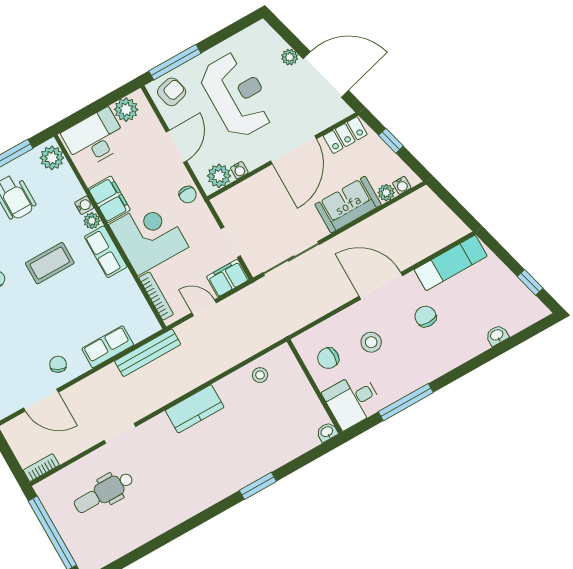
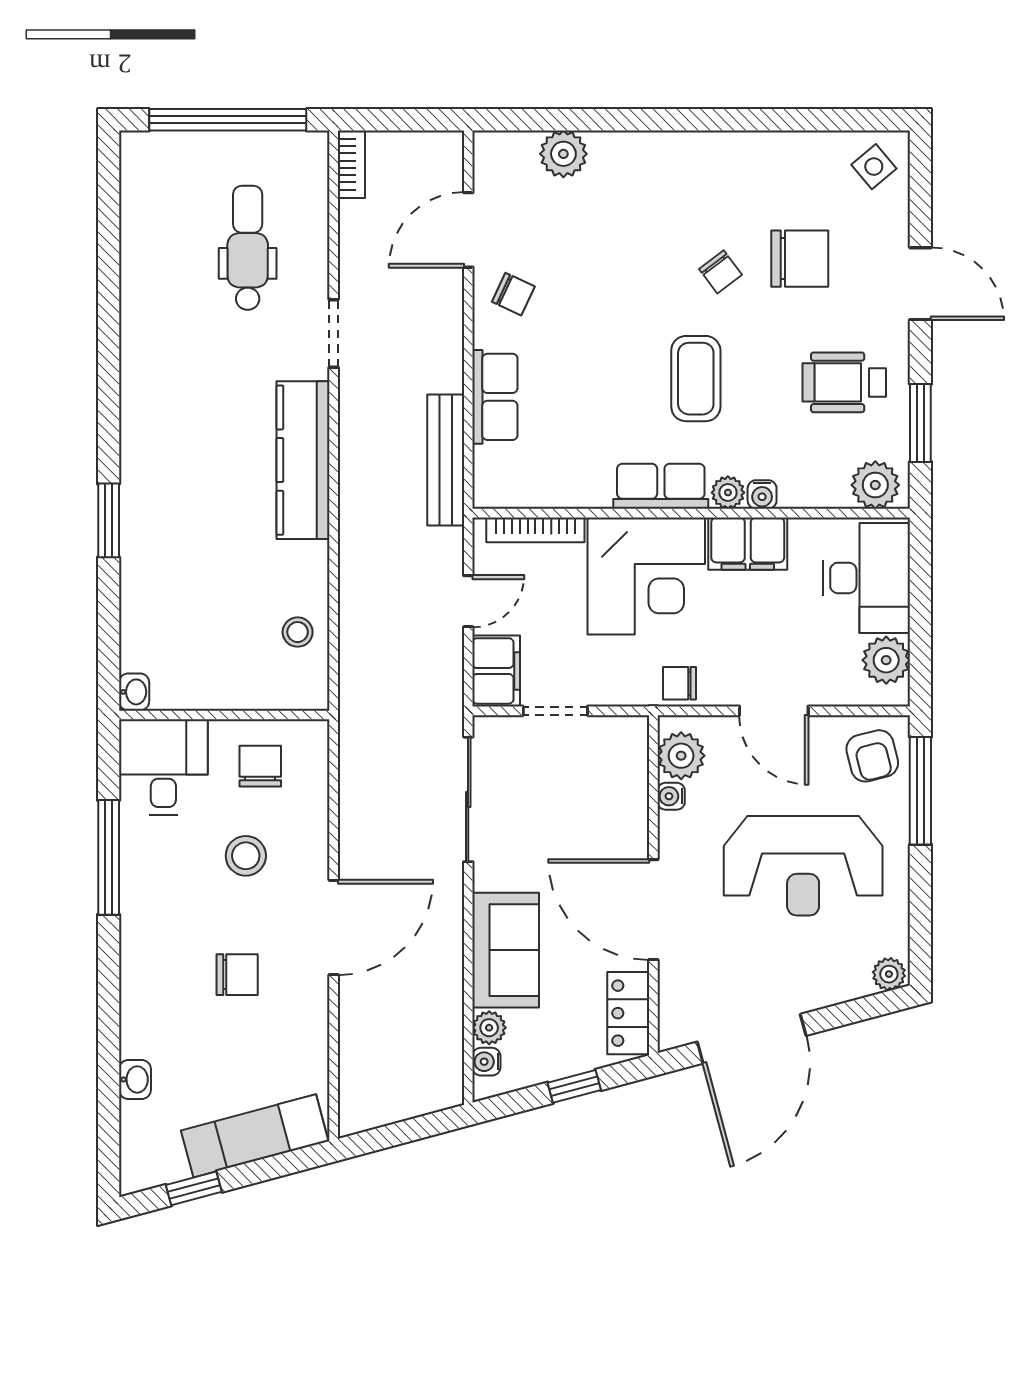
plant: (290, 57) -> (889, 974), moved
exam couch: (451, 263) -> (255, 1136), moved, turned 75
kitchen counter: (195, 409) -> (303, 460), width x1.50

